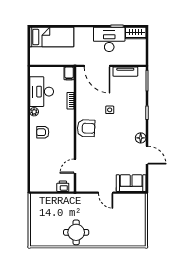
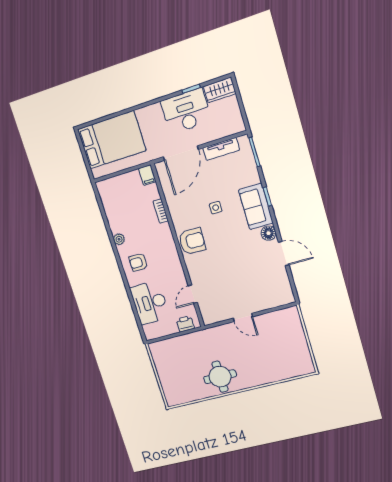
bed: (52, 37) -> (112, 140), width x1.50
door: (97, 66) -> (181, 153), hinge flipped
desk: (42, 92) -> (150, 303), moved
sofa: (131, 183) -> (256, 206), moved, turned -90

